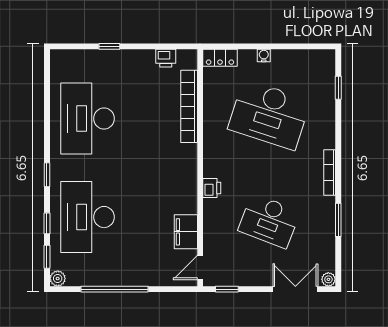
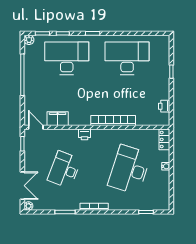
bookcase: (189, 106) -> (113, 120), moved

